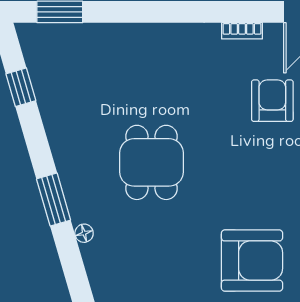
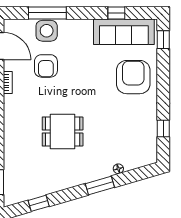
armchair: (272, 101) -> (46, 66), turned -90
dining table: (152, 162) -> (63, 131), moved

